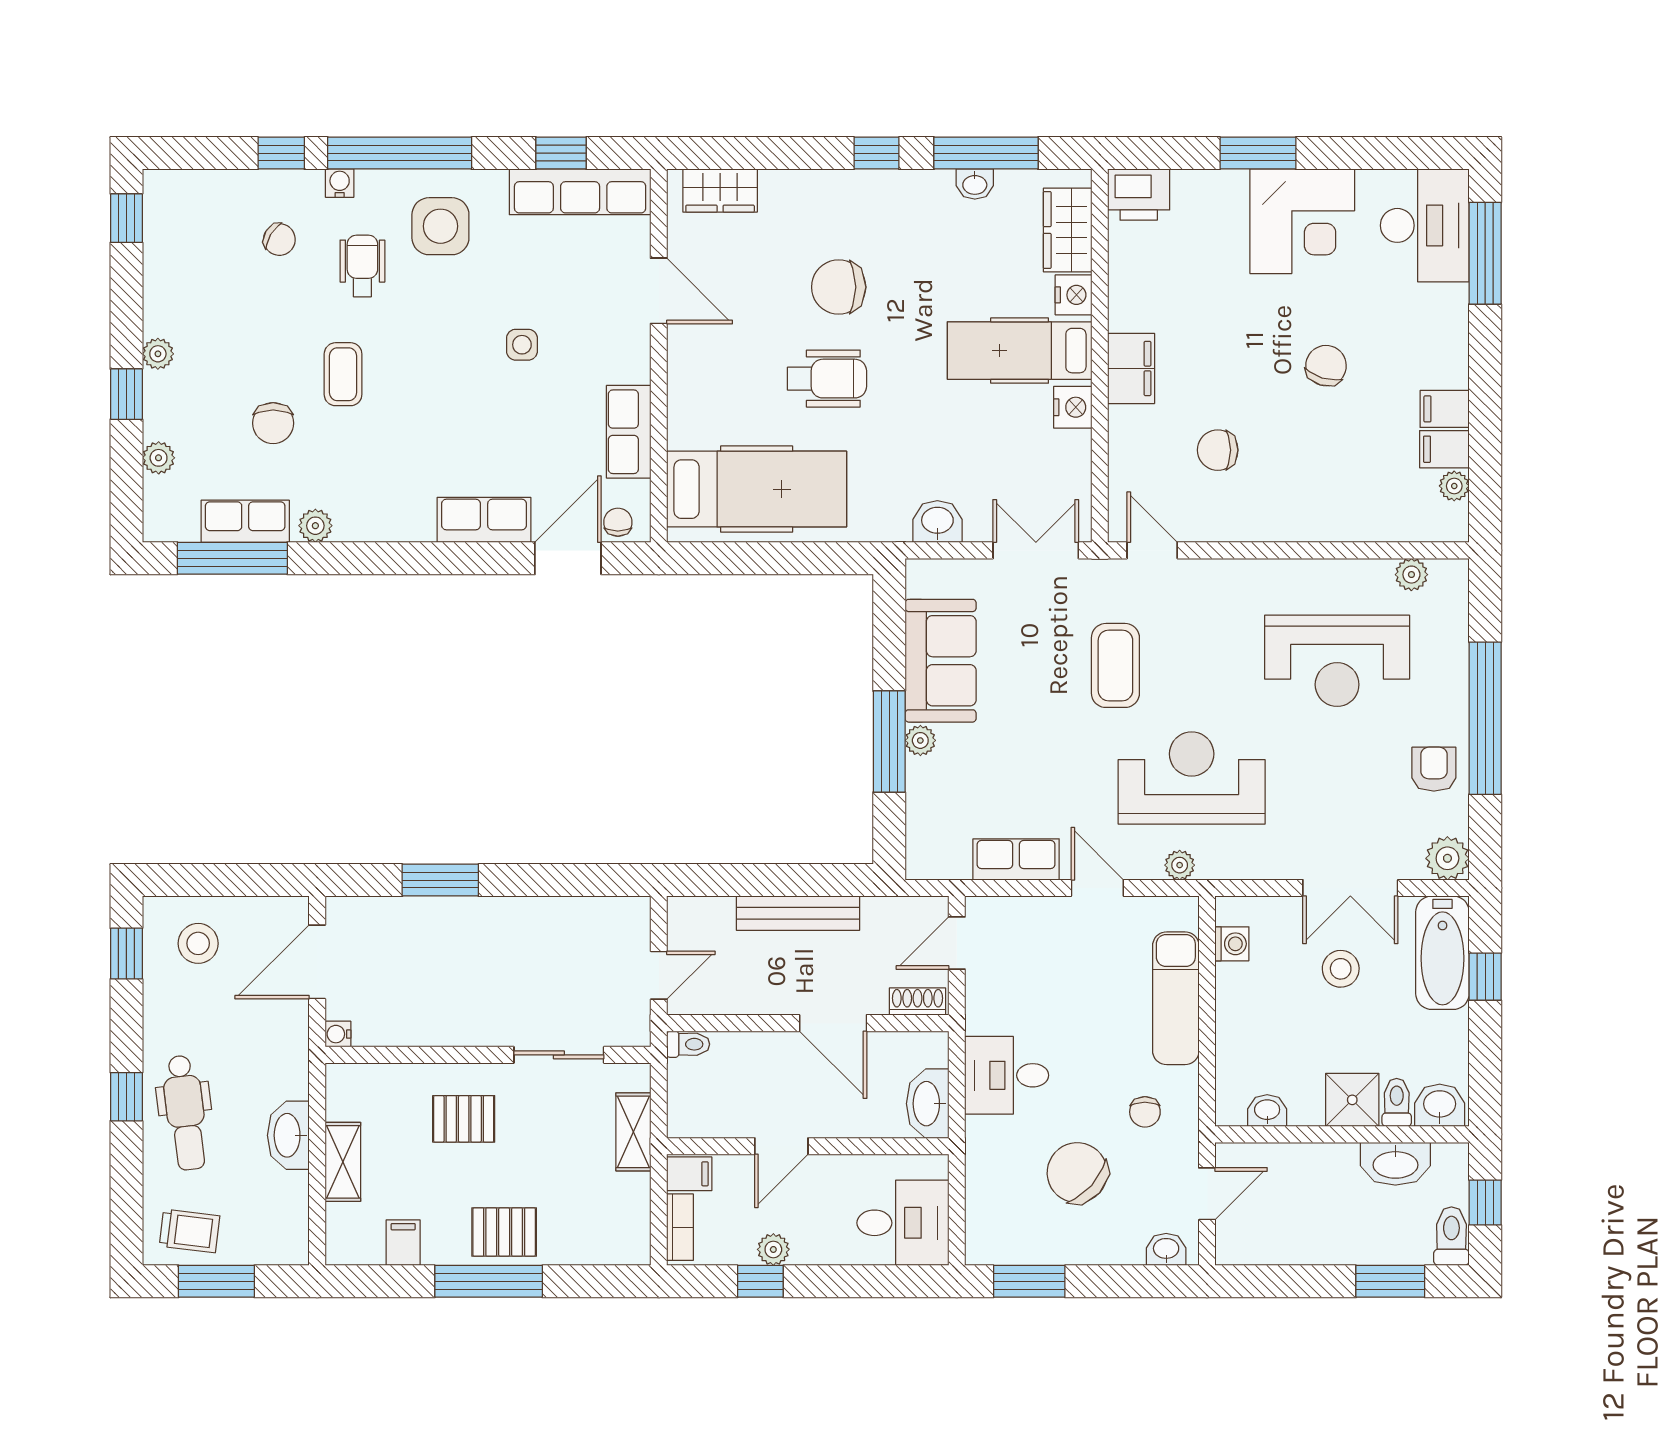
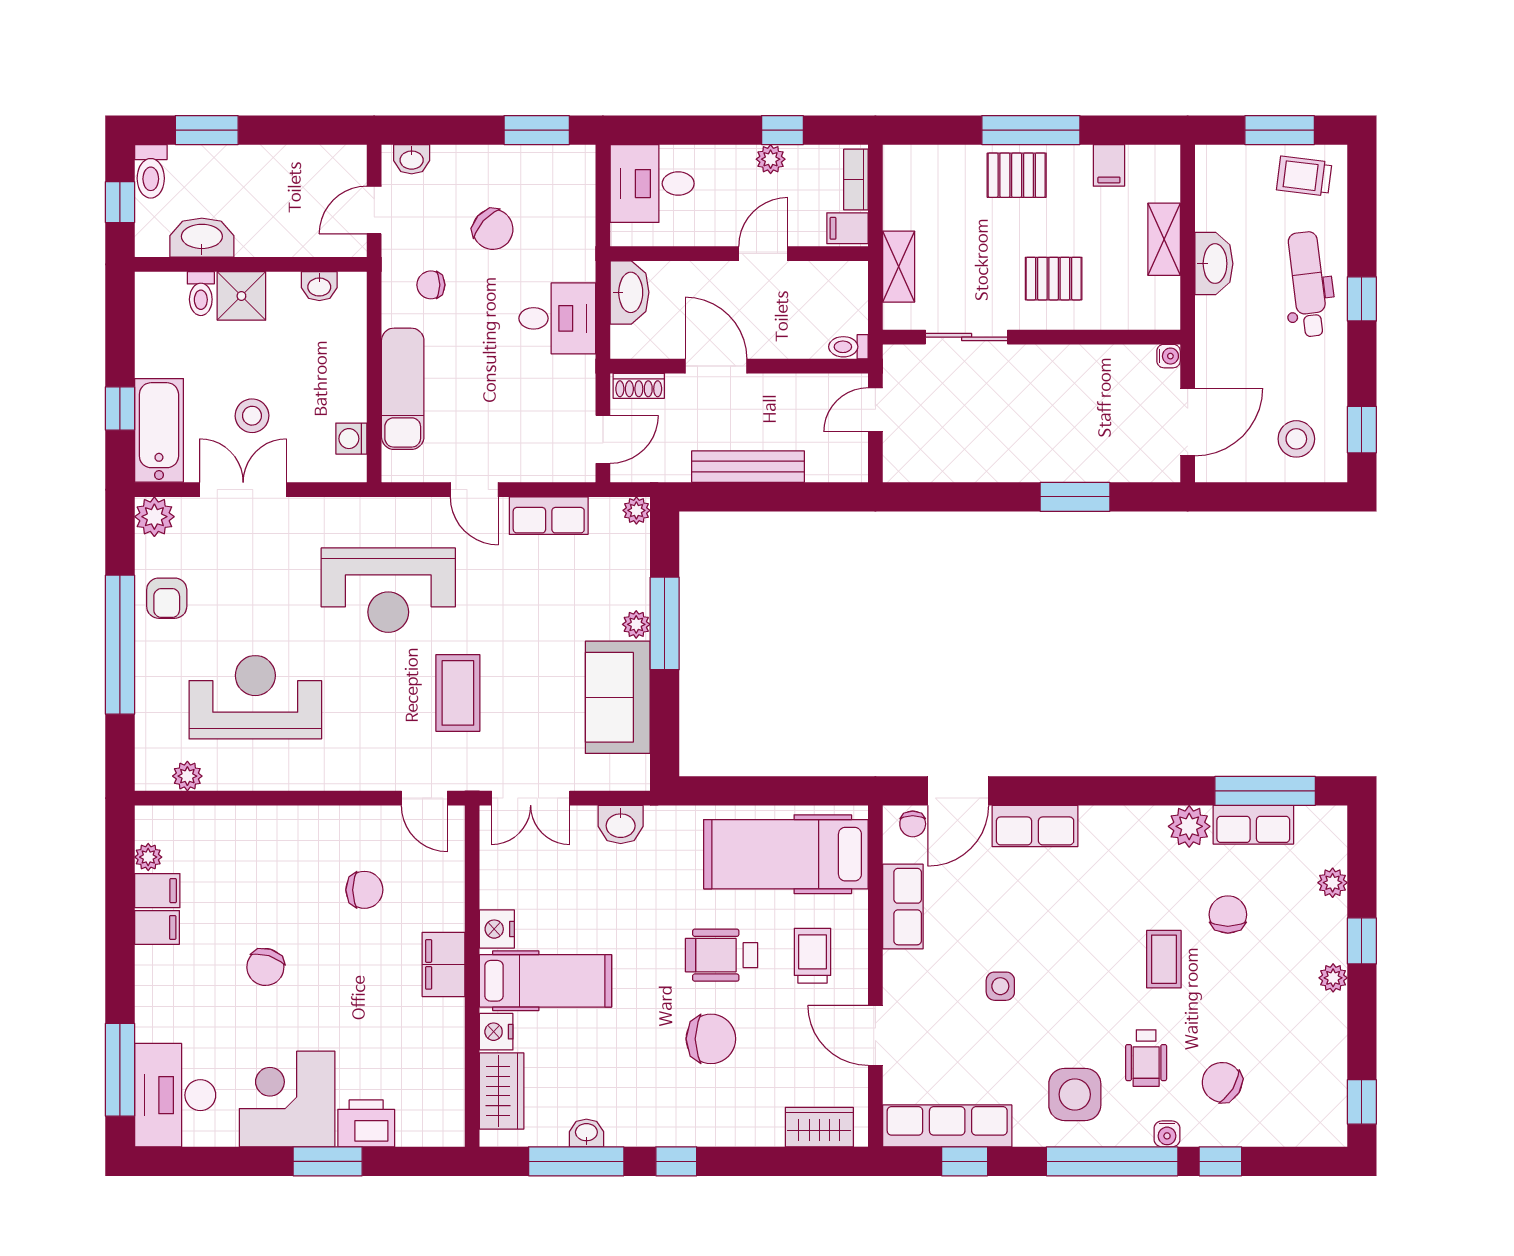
printer: (1139, 195) -> (366, 1123), moved
chair: (279, 240) -> (1222, 1082), width x1.37, depth x1.37
trolley: (727, 378) -> (812, 956), added
plant: (315, 526) -> (1189, 826), width x1.38, depth x1.38
plant: (1180, 865) -> (636, 510), moved
washbasin: (1440, 1105) -> (162, 291), removed
chair: (1145, 1112) -> (431, 285), turned -90
chair: (1077, 1173) -> (493, 229), width x0.73, depth x0.73

